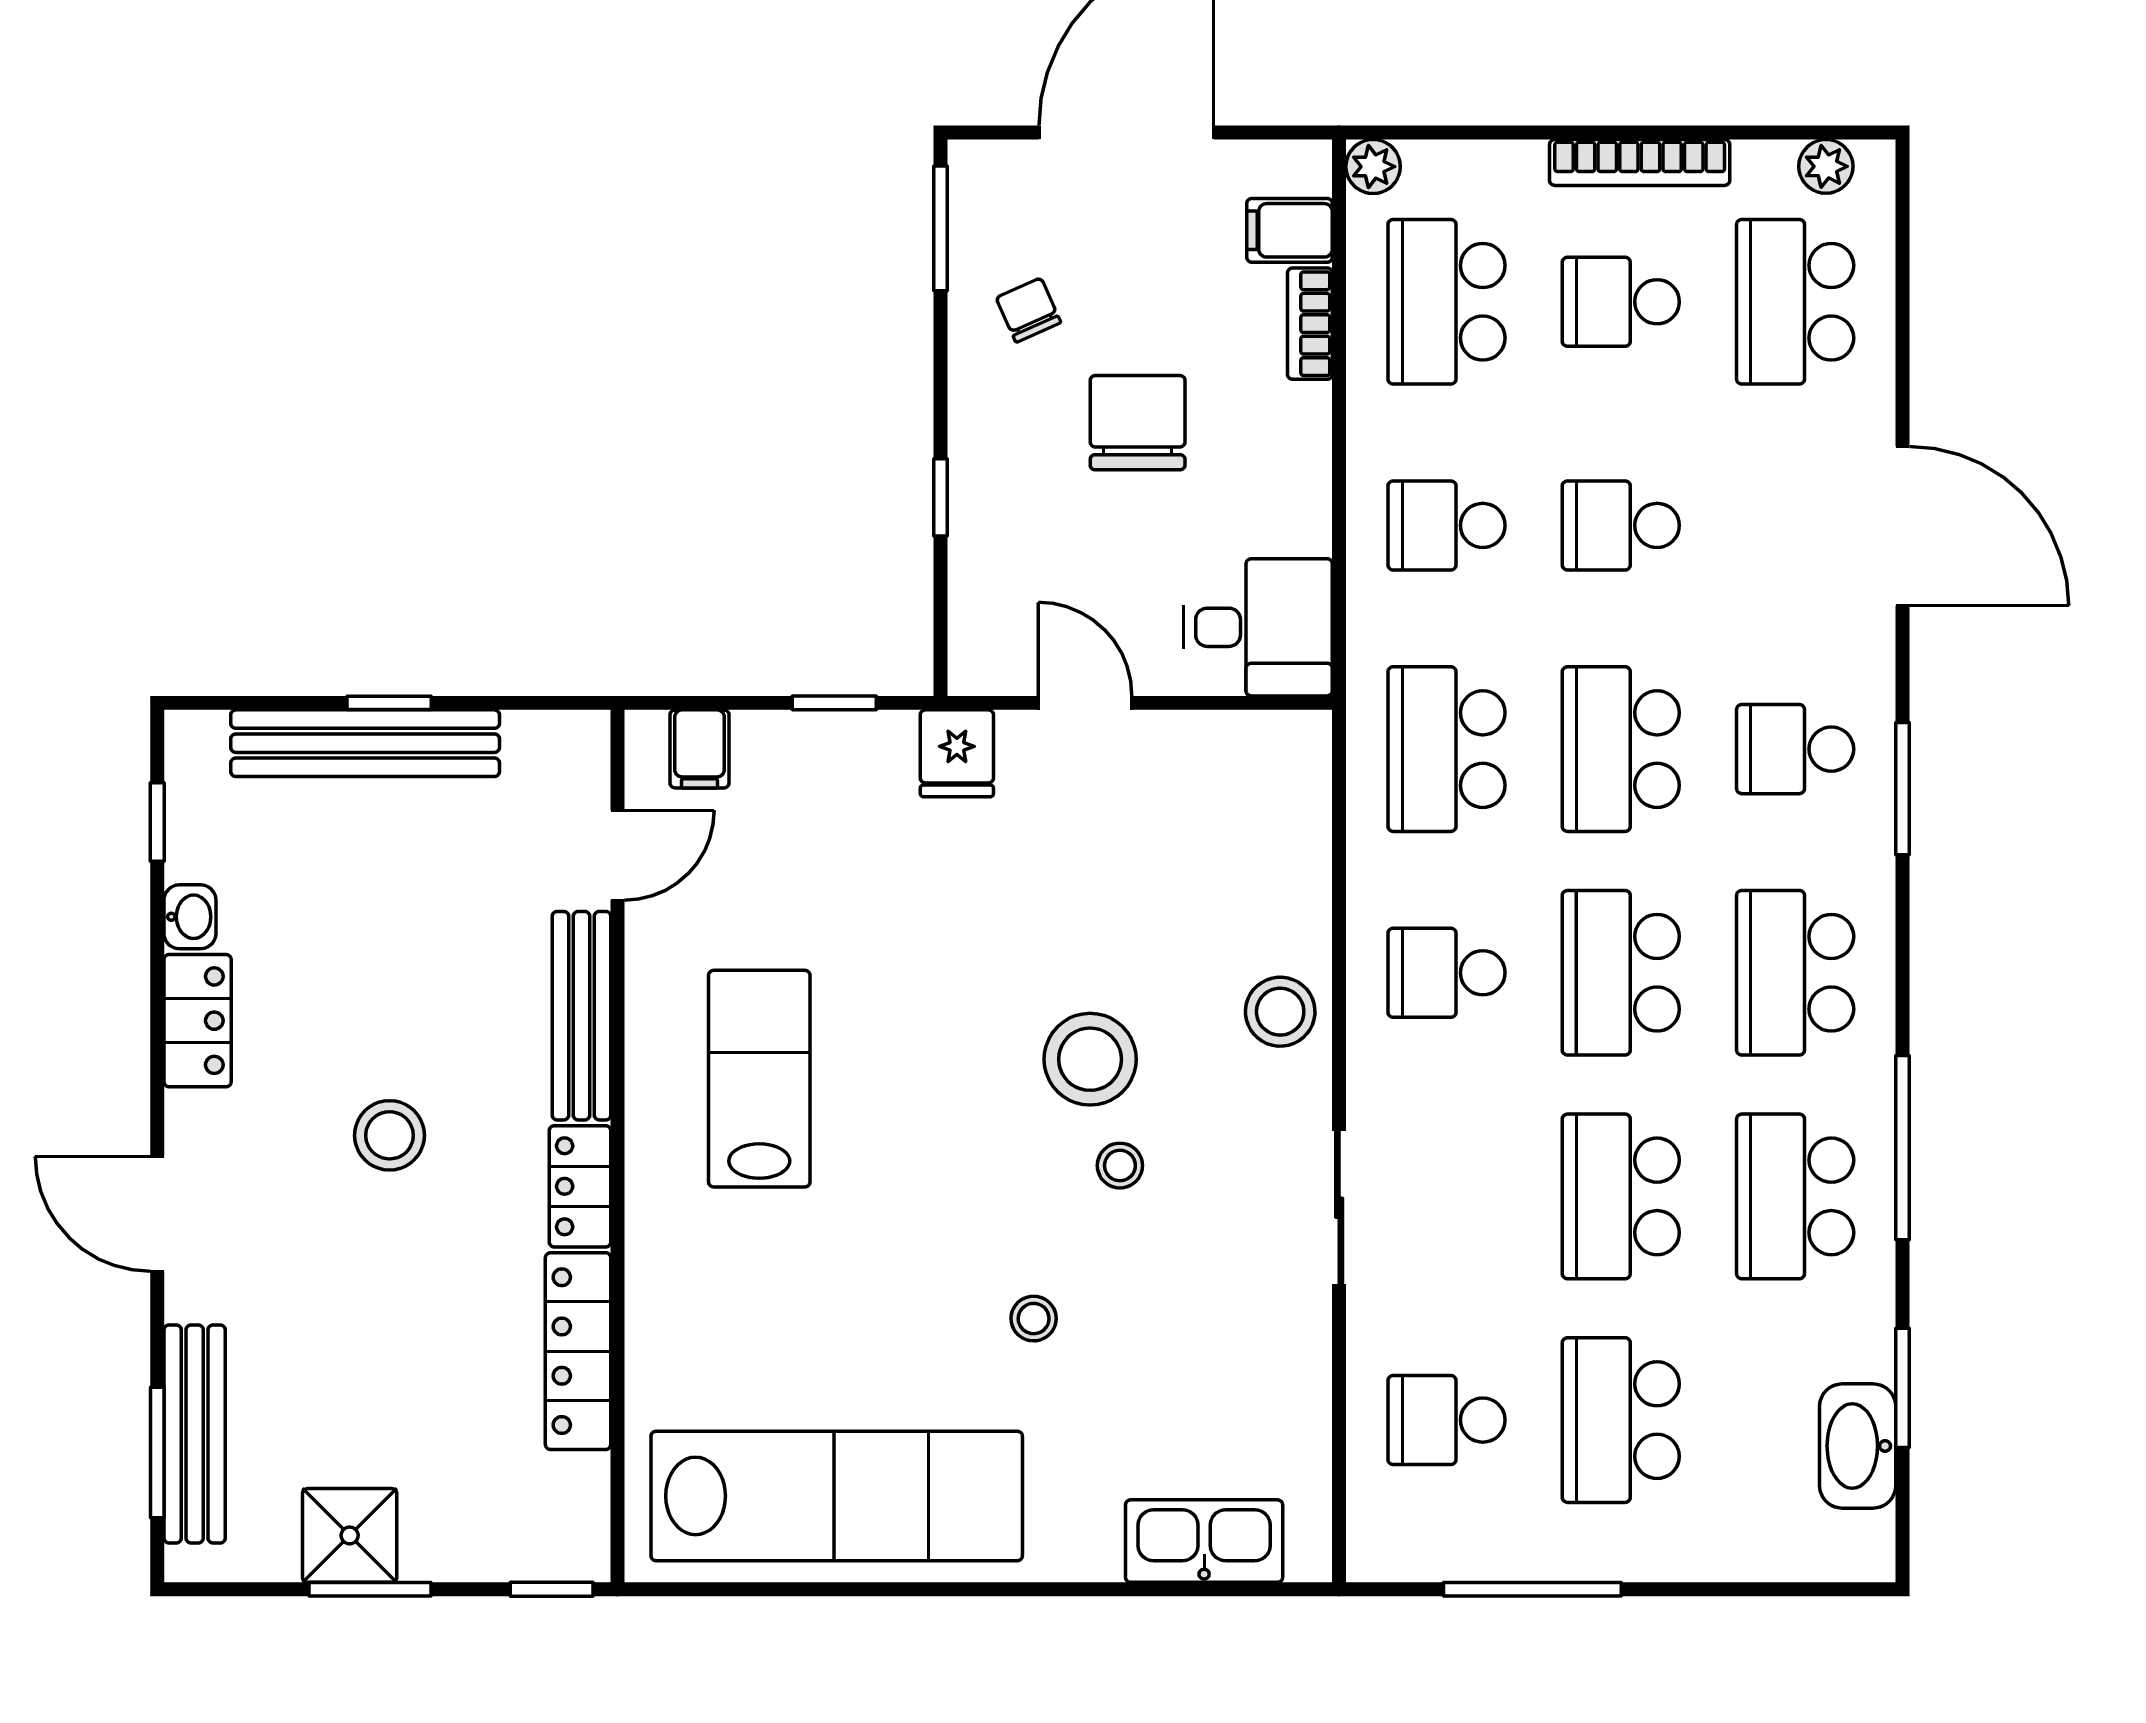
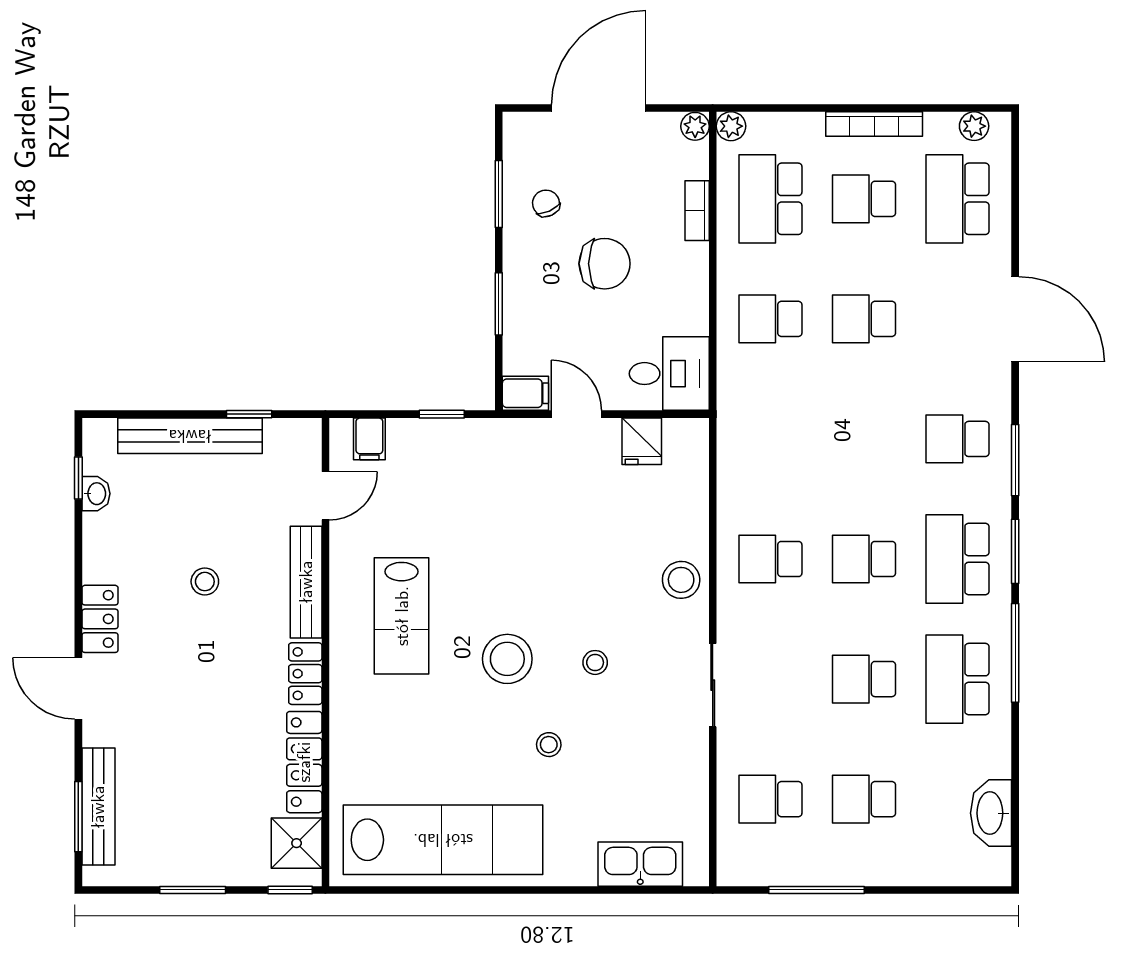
plant: (1306, 167) -> (695, 126), added
window: (941, 228) -> (499, 194), moved
filing cabinet: (1290, 230) -> (525, 393), moved, turned 180
chair: (1138, 423) -> (605, 264), turned 90
window: (941, 497) -> (499, 304), width x1.50
window: (389, 703) -> (249, 414), moved
school desk: (1447, 749) -> (770, 439), removed
school desk: (1621, 749) -> (864, 439), removed
fridge: (957, 753) -> (642, 441), moved
washbasin: (190, 917) -> (96, 494), moved
school desk: (1621, 973) -> (864, 559), width x0.54
locker: (198, 1021) -> (100, 619), moved
stool: (1090, 1059) -> (507, 659), moved
lab bench: (759, 1079) -> (402, 616), turned 180
stool: (390, 1135) -> (205, 582), moved, width x0.73, depth x0.73
school desk: (1621, 1196) -> (864, 679), width x0.54
window: (1903, 1388) -> (1015, 551), moved
school desk: (1621, 1420) -> (864, 799), width x0.54
shower: (350, 1535) -> (297, 843), moved

